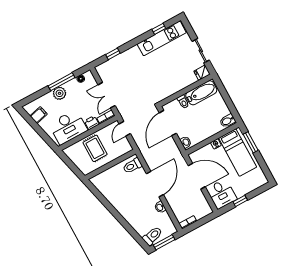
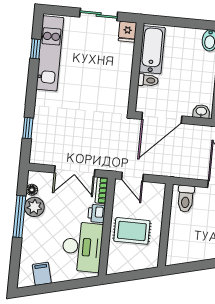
plant: (59, 93) -> (34, 207), moved
door: (168, 123) -> (162, 118), hinge flipped

